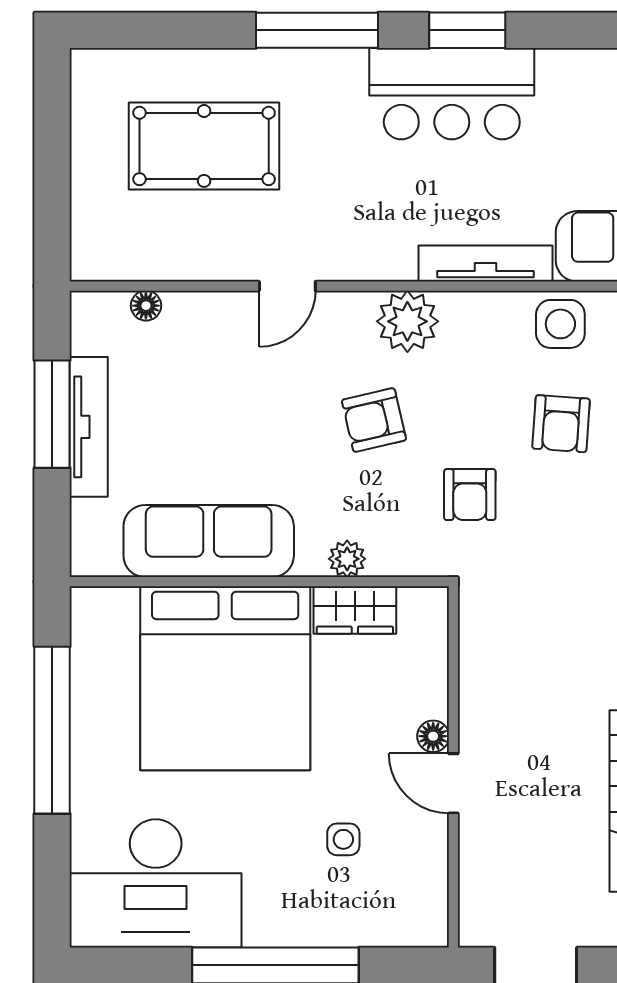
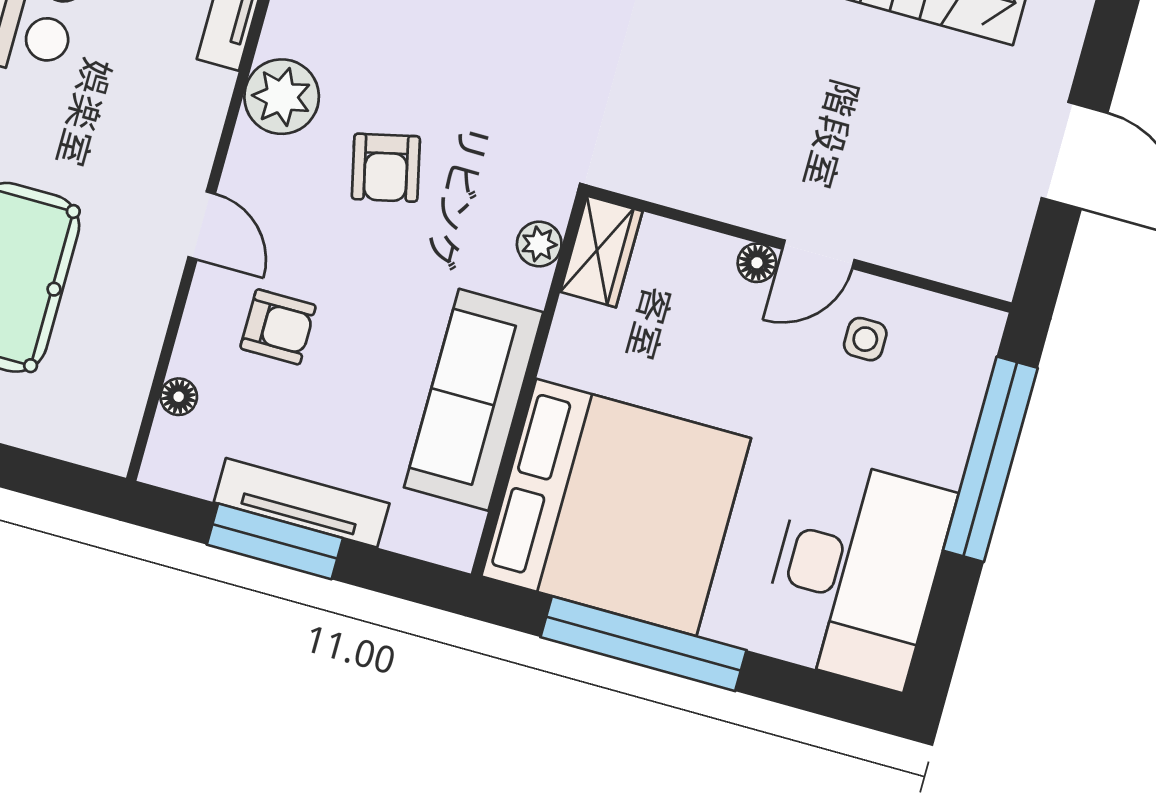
armchair: (470, 495) -> (278, 327), moved
bed: (225, 678) -> (616, 507), moved
floor lamp: (433, 736) -> (757, 263), moved
wall: (453, 767) -> (799, 249), moved
door: (453, 783) -> (819, 254), moved

